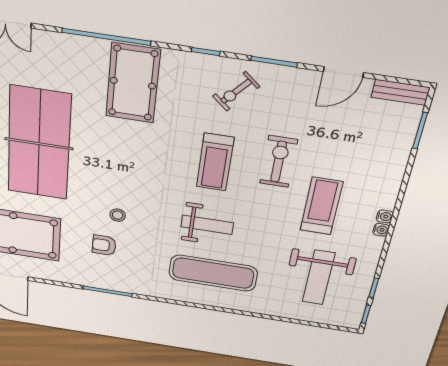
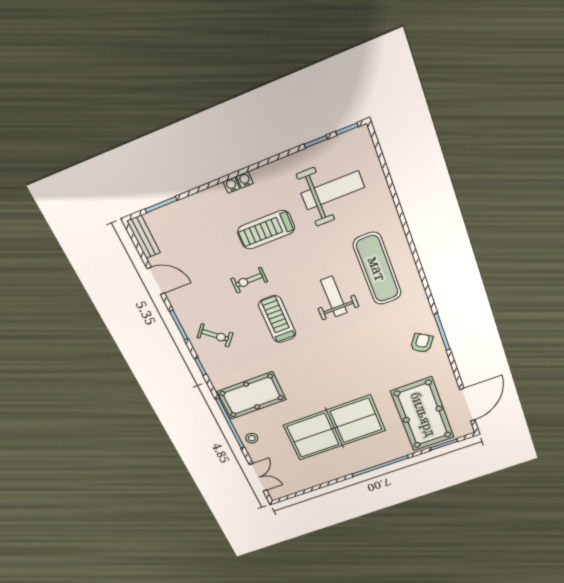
treadmill: (215, 162) -> (277, 319), turned -90
exercise bike: (279, 162) -> (249, 280), width x0.73, depth x0.72
stool: (118, 215) -> (252, 438), moved
water cooler: (381, 230) -> (231, 185), moved
armchair: (104, 245) -> (422, 343), moved, turned -147

